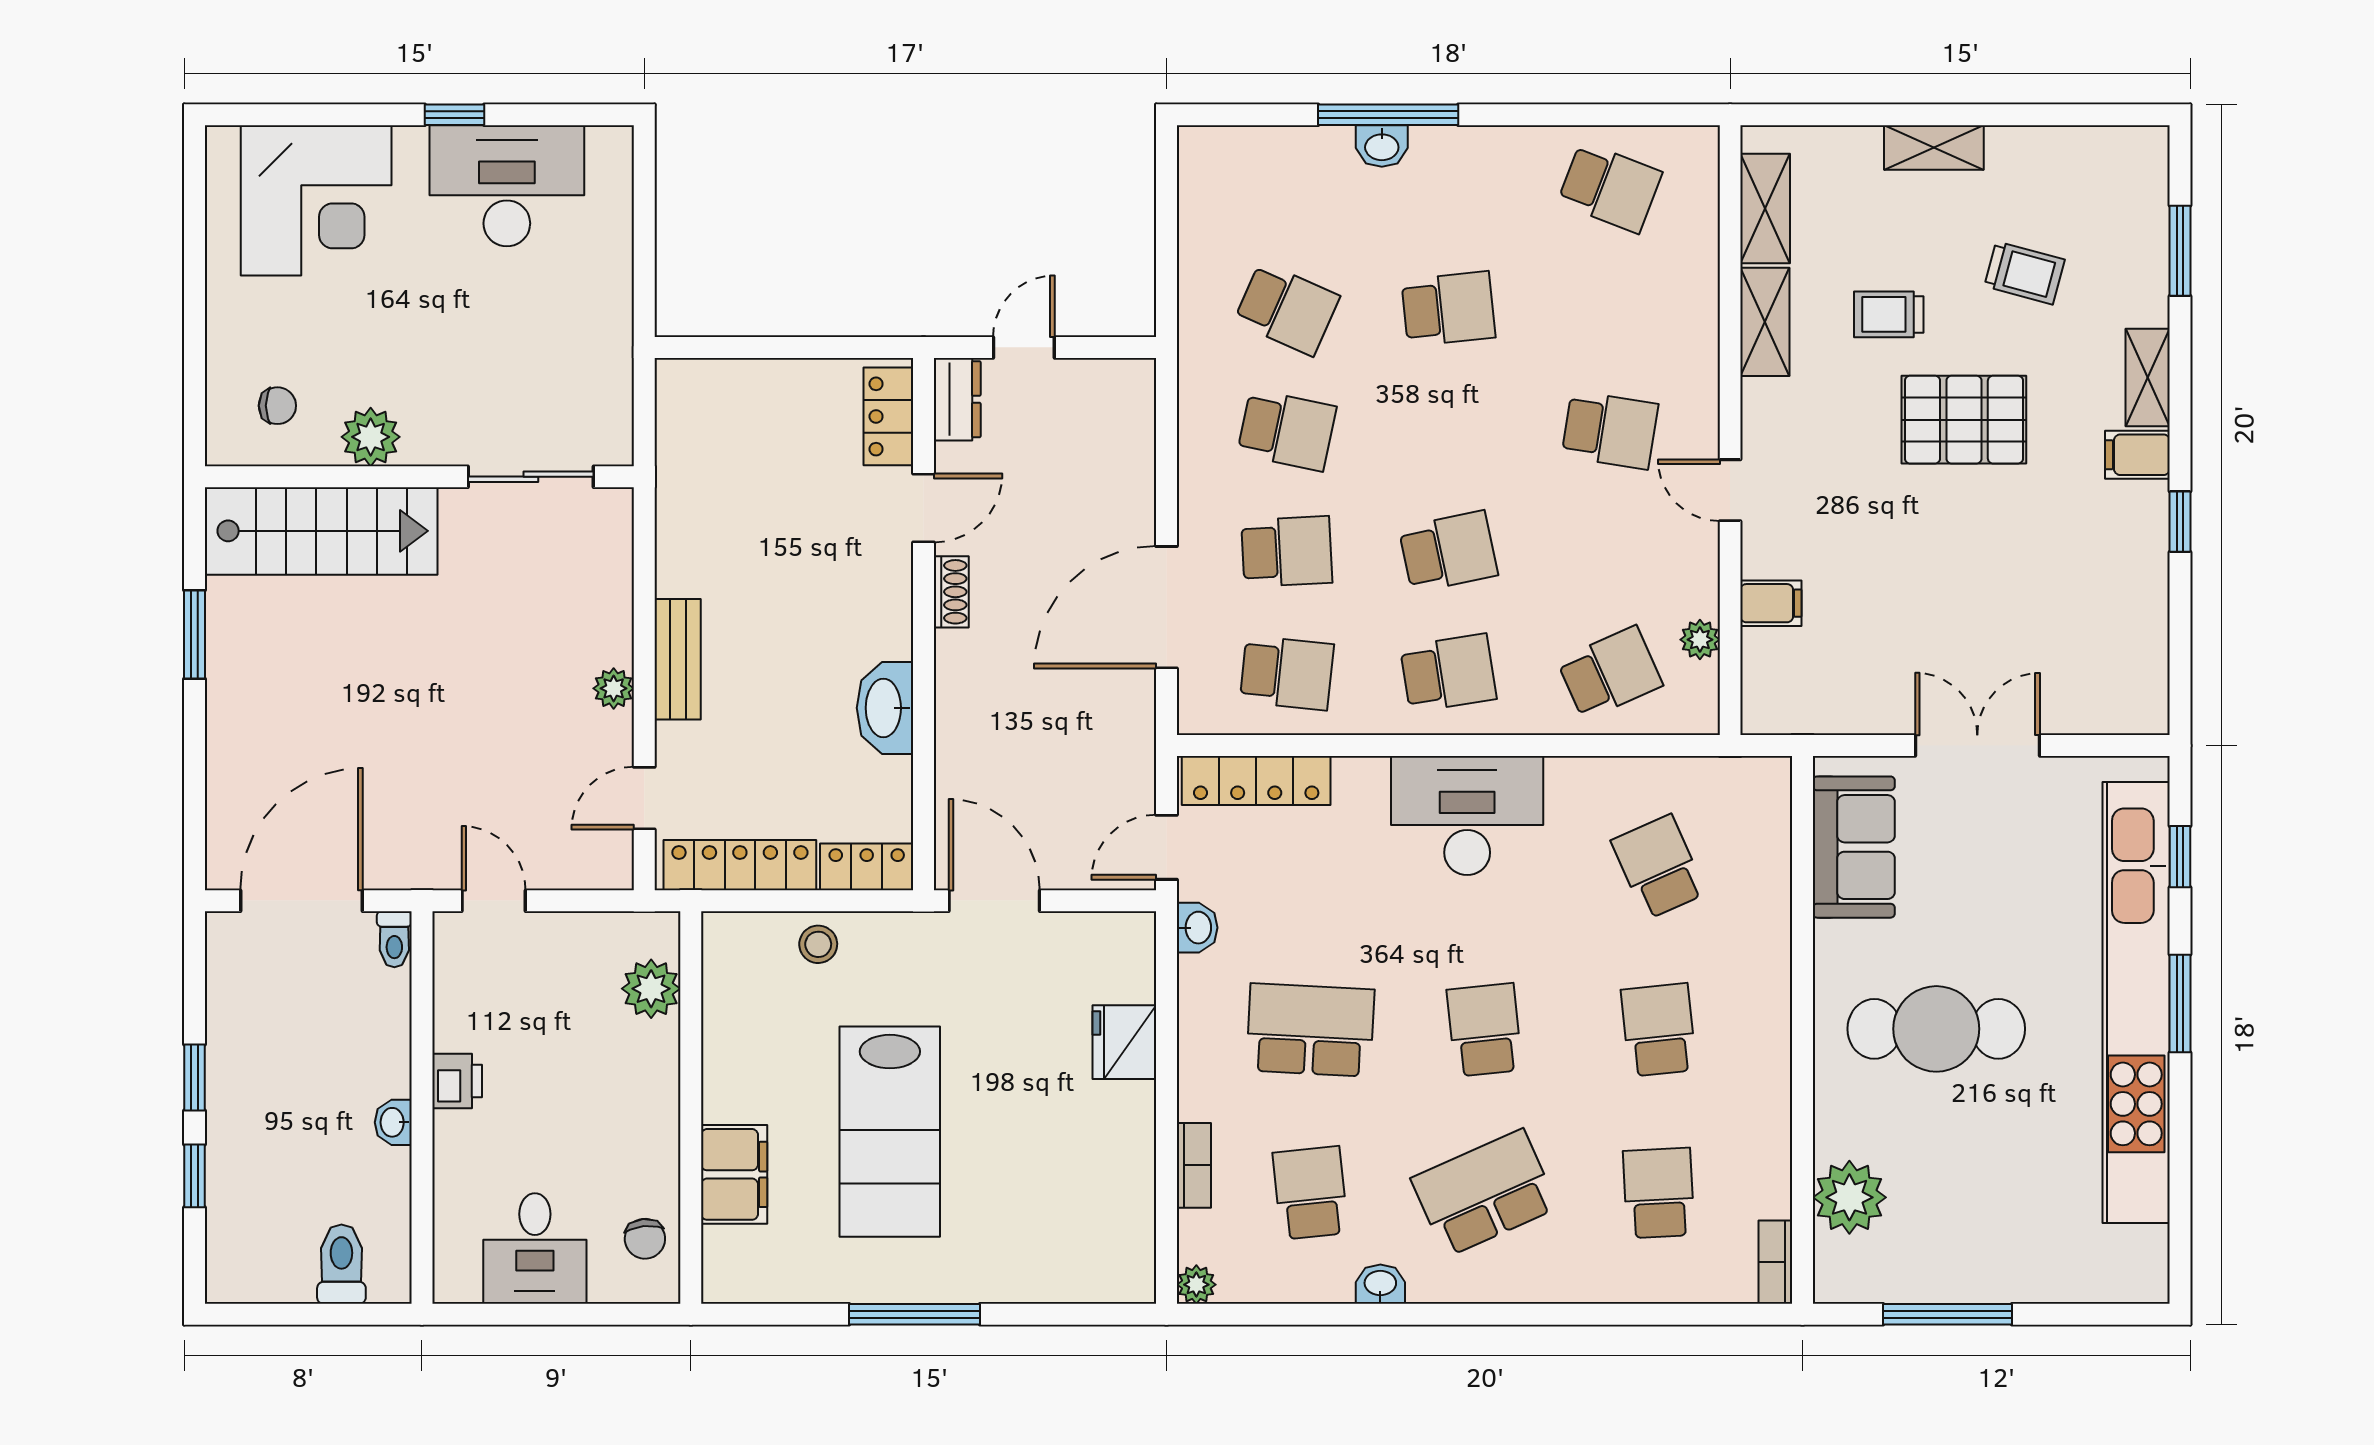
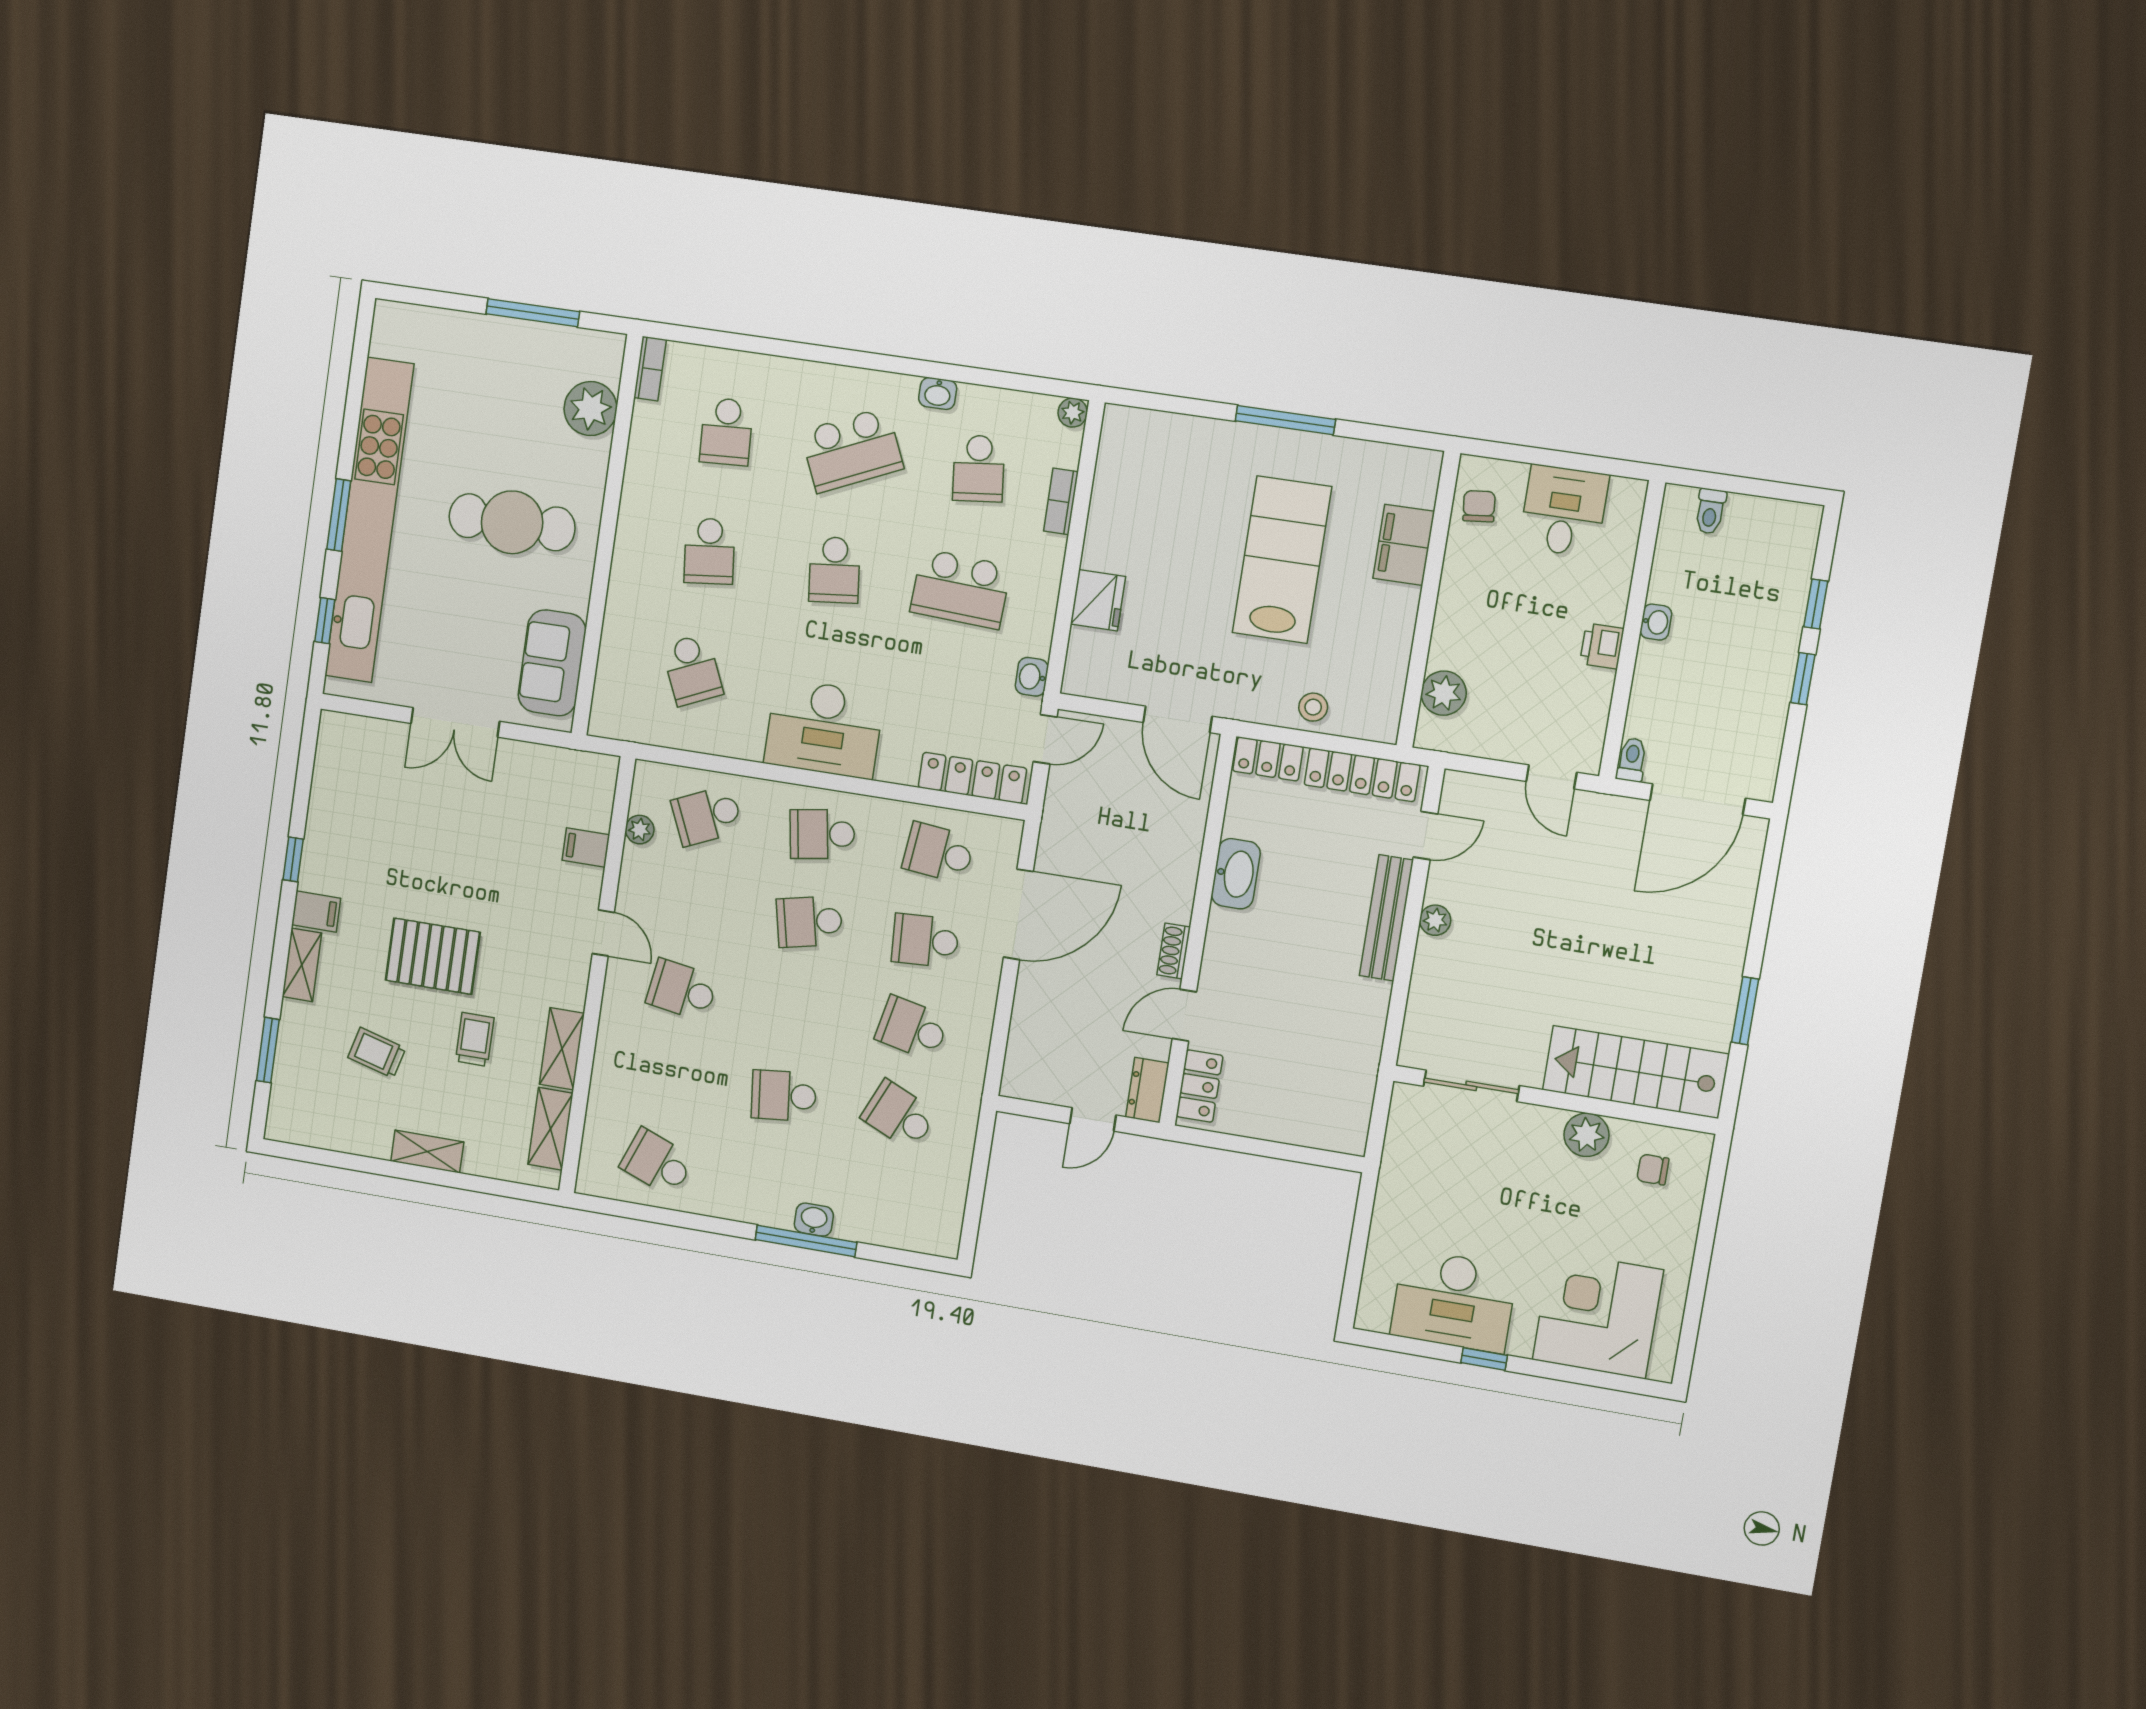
trolley: (1889, 314) -> (475, 1039), turned -90
bench: (678, 659) -> (1386, 918), width x1.36
toilet: (341, 1264) -> (1710, 511), width x0.73, depth x0.72

